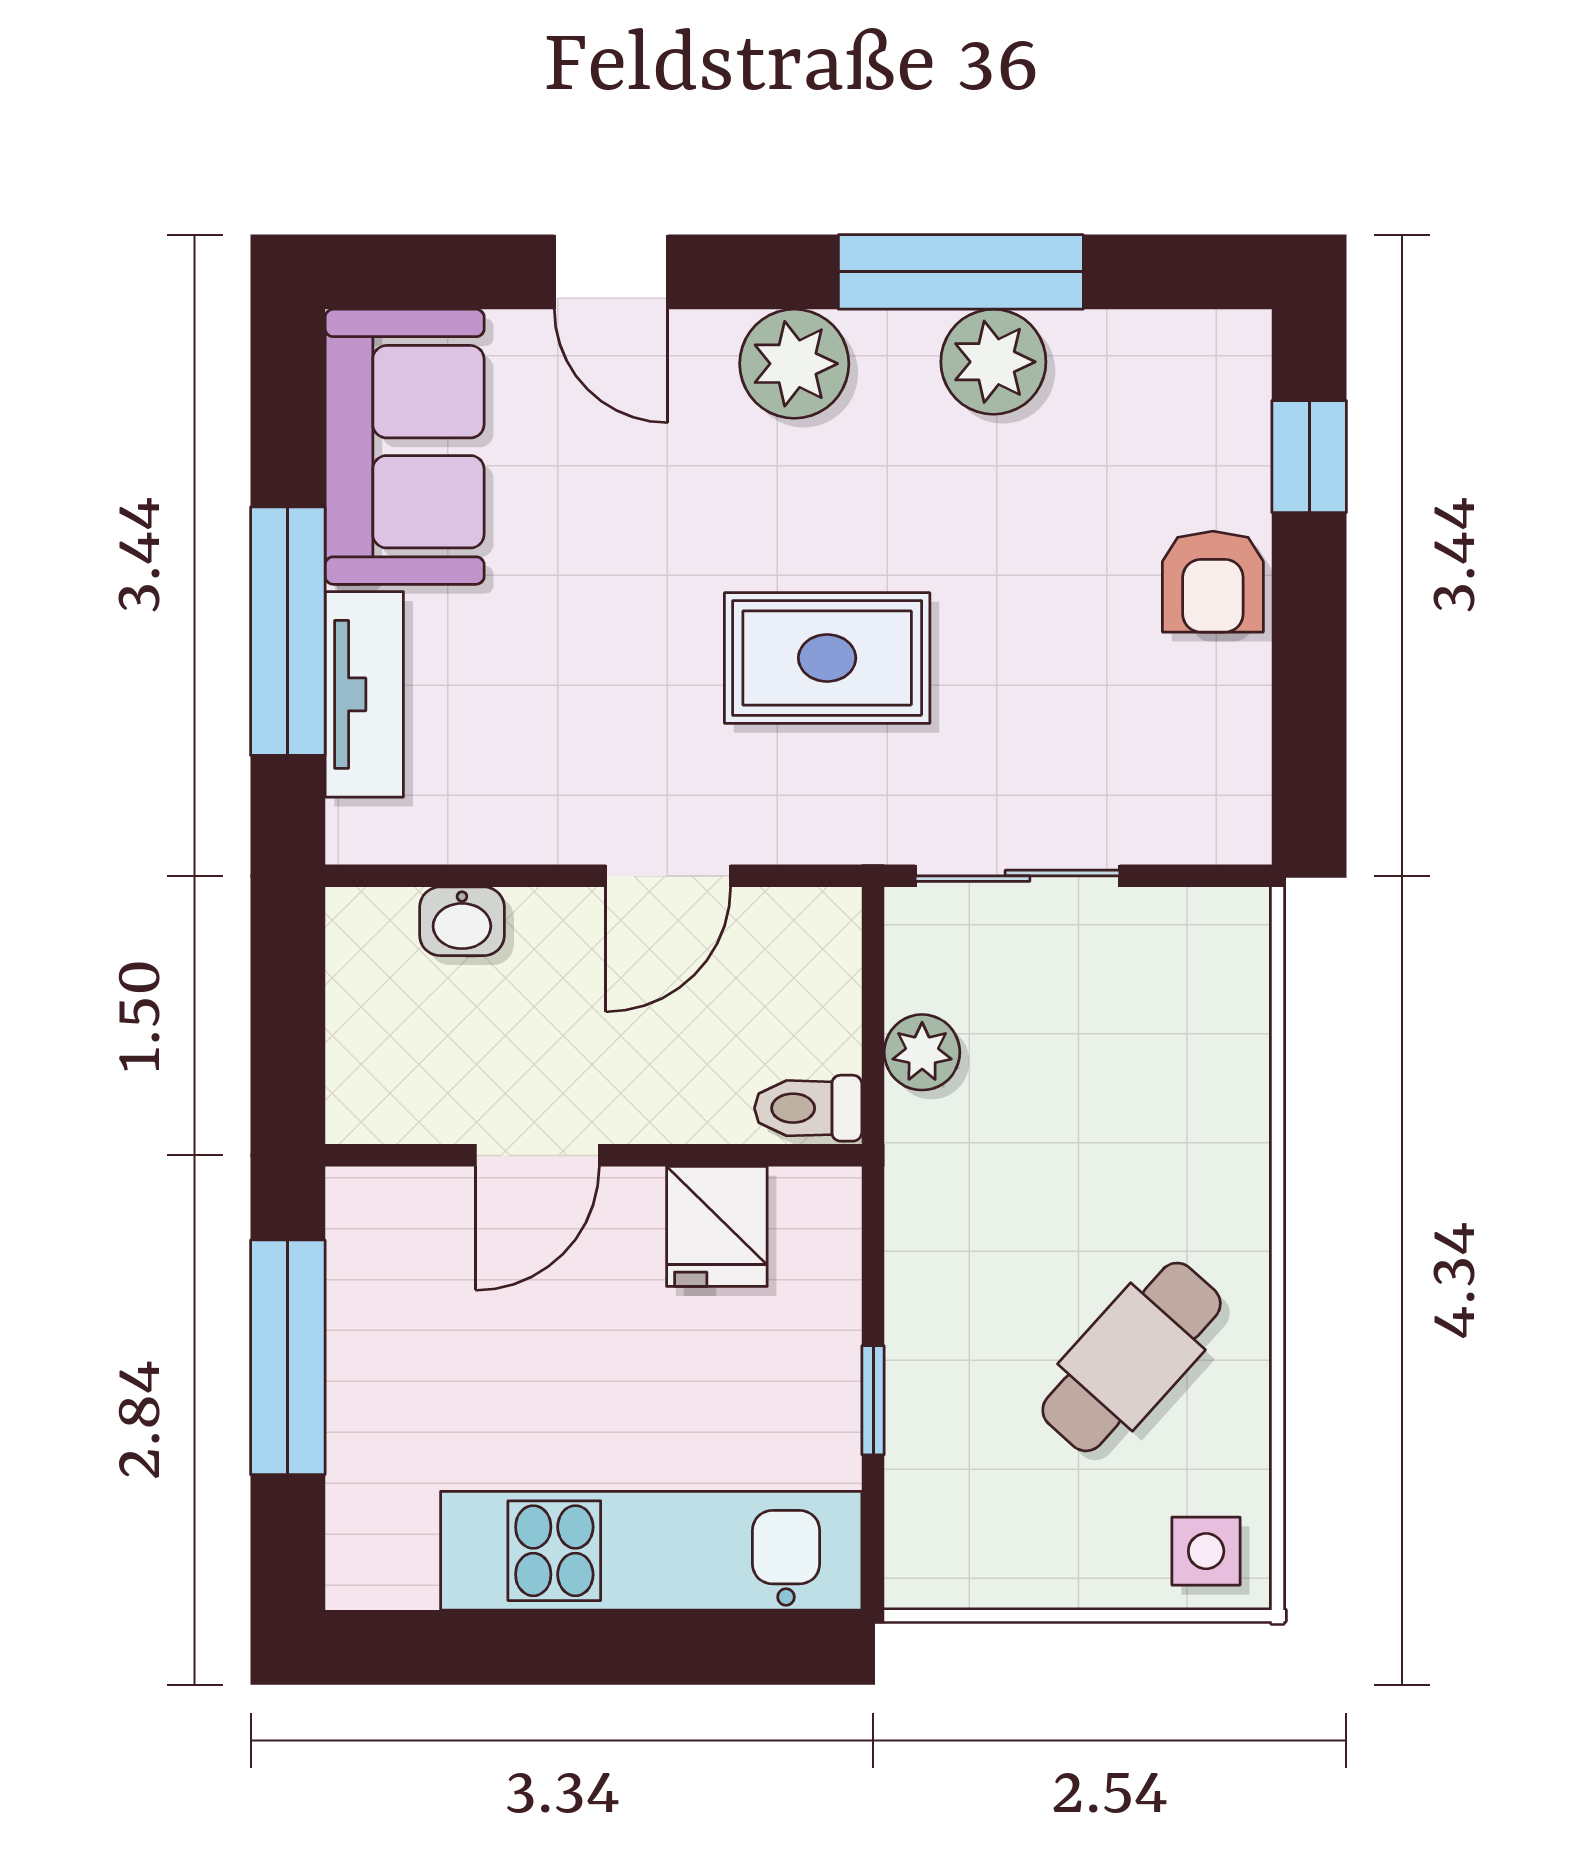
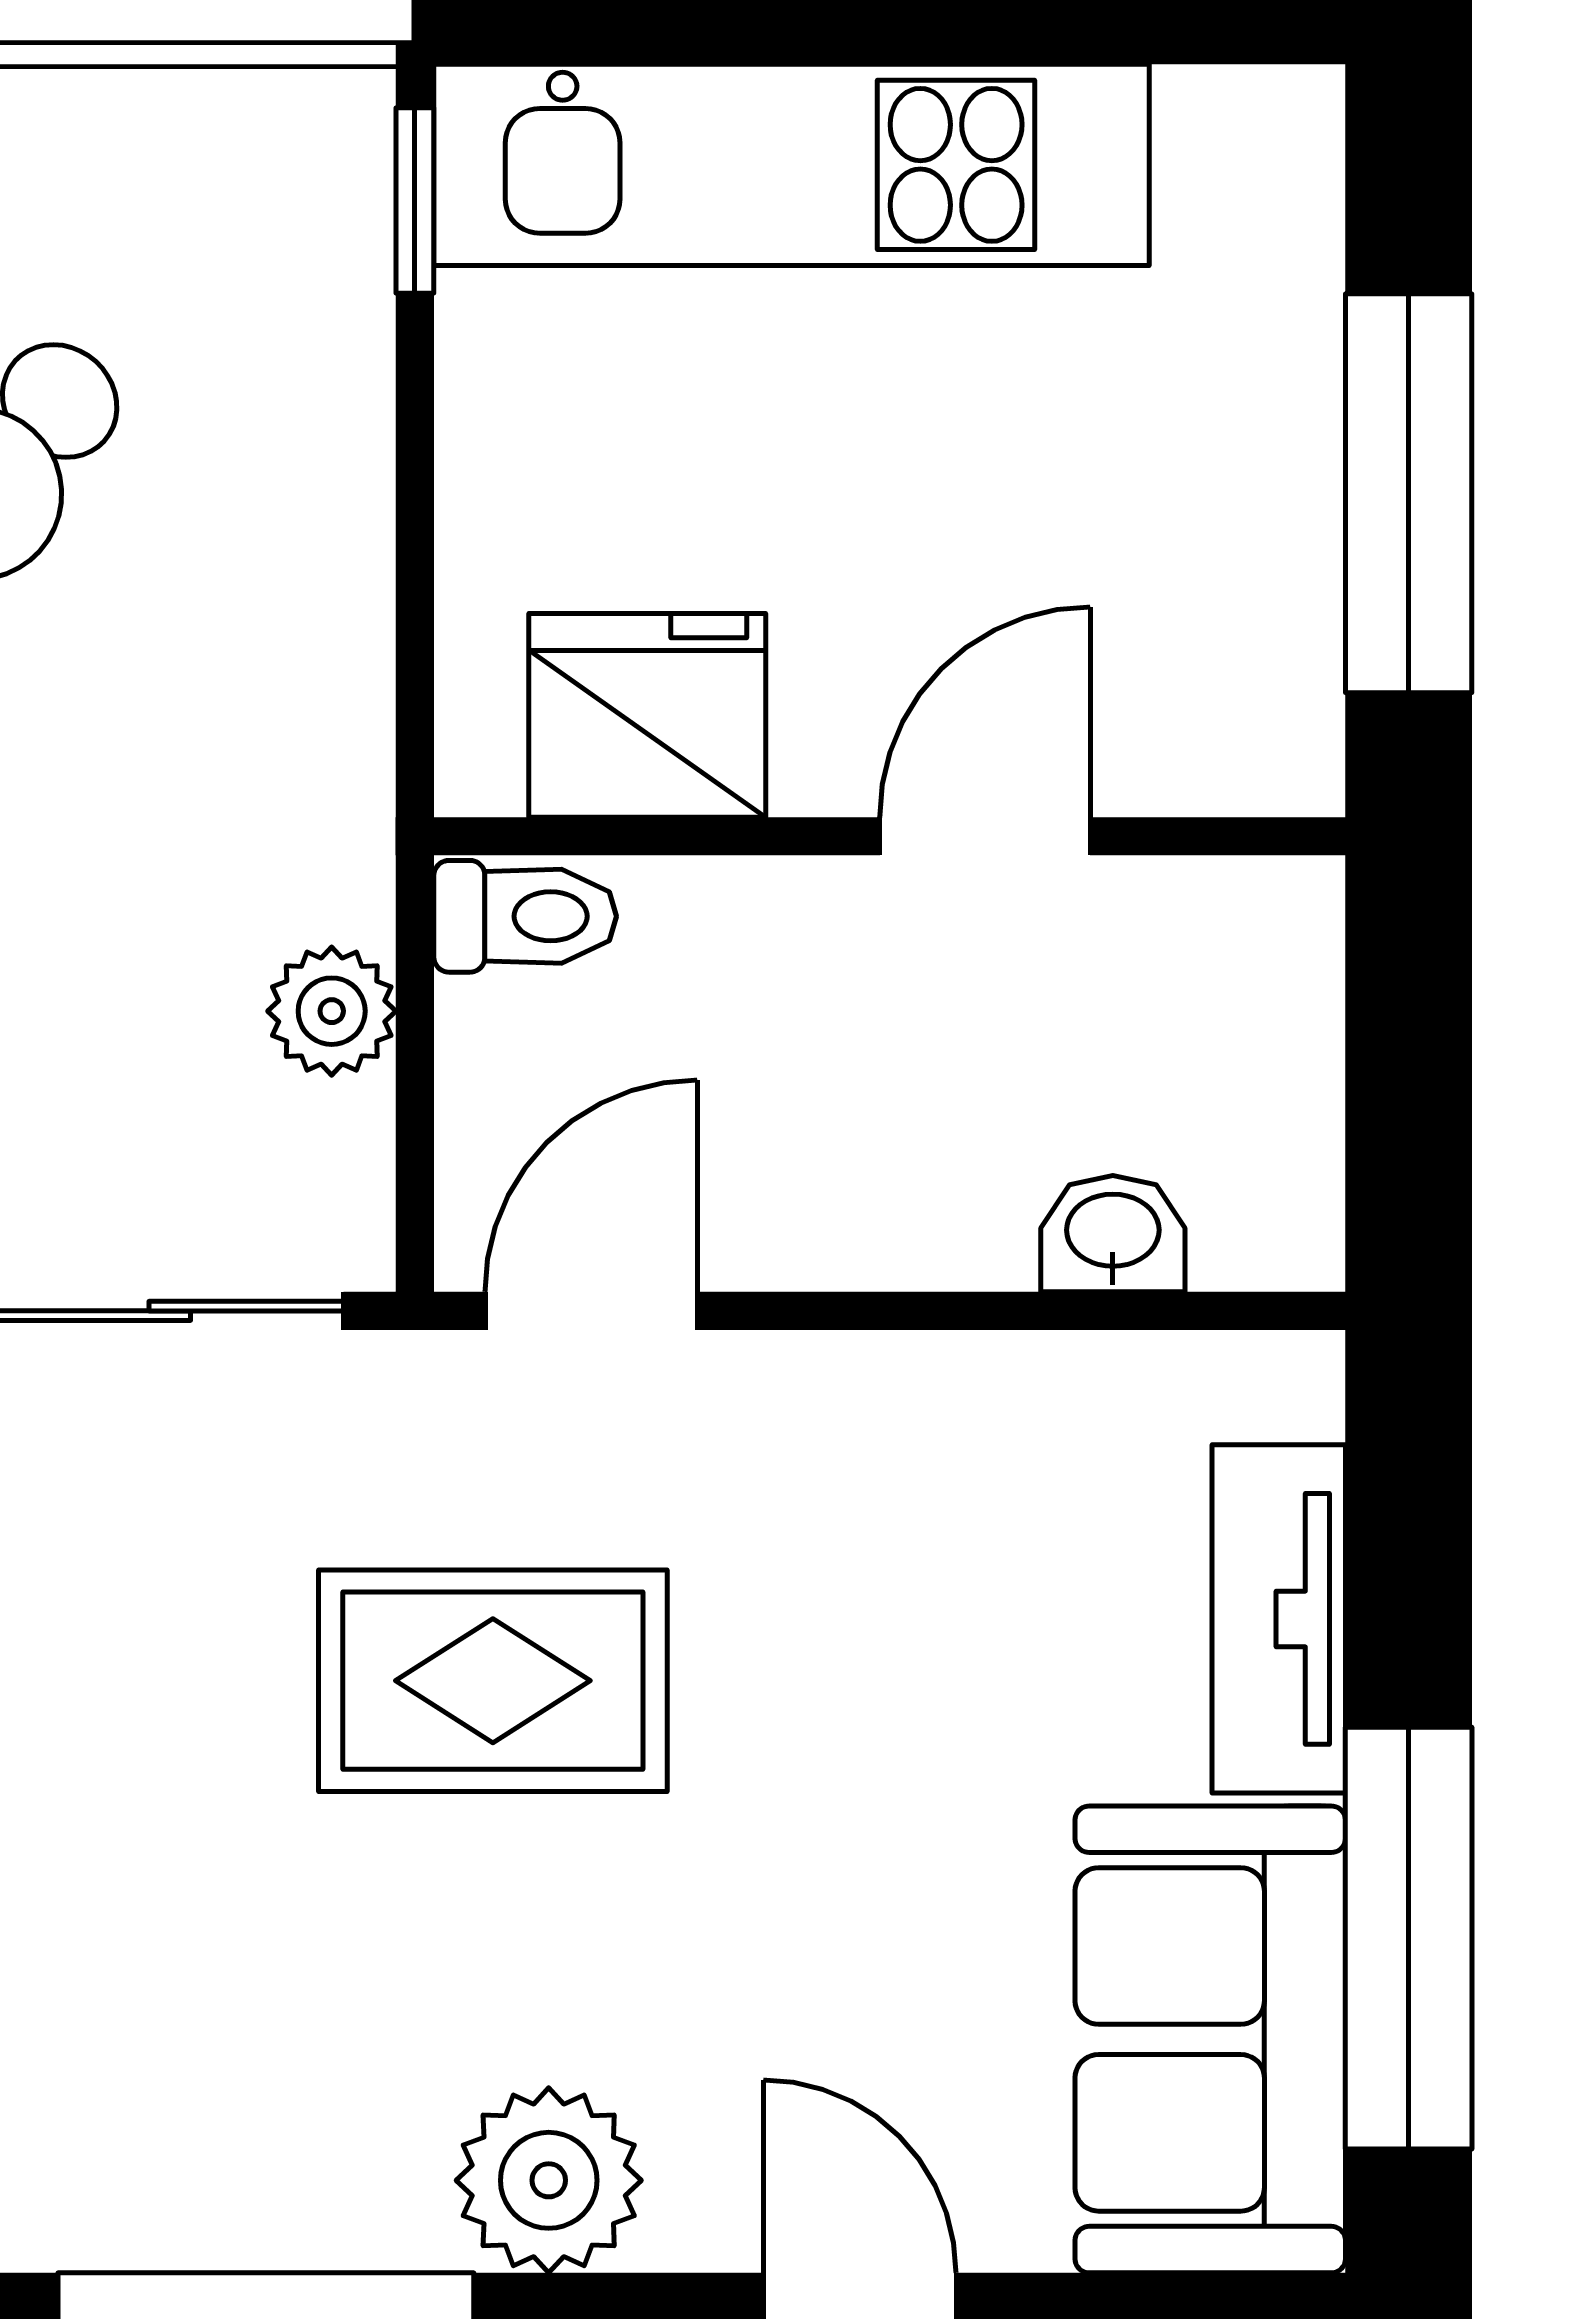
plant: (993, 362) -> (211, 2184), removed
window: (288, 631) -> (1409, 1938), moved
door: (668, 876) -> (591, 1311), moved
fridge: (717, 1226) -> (647, 715), width x1.38
window: (873, 1400) -> (415, 200), moved

